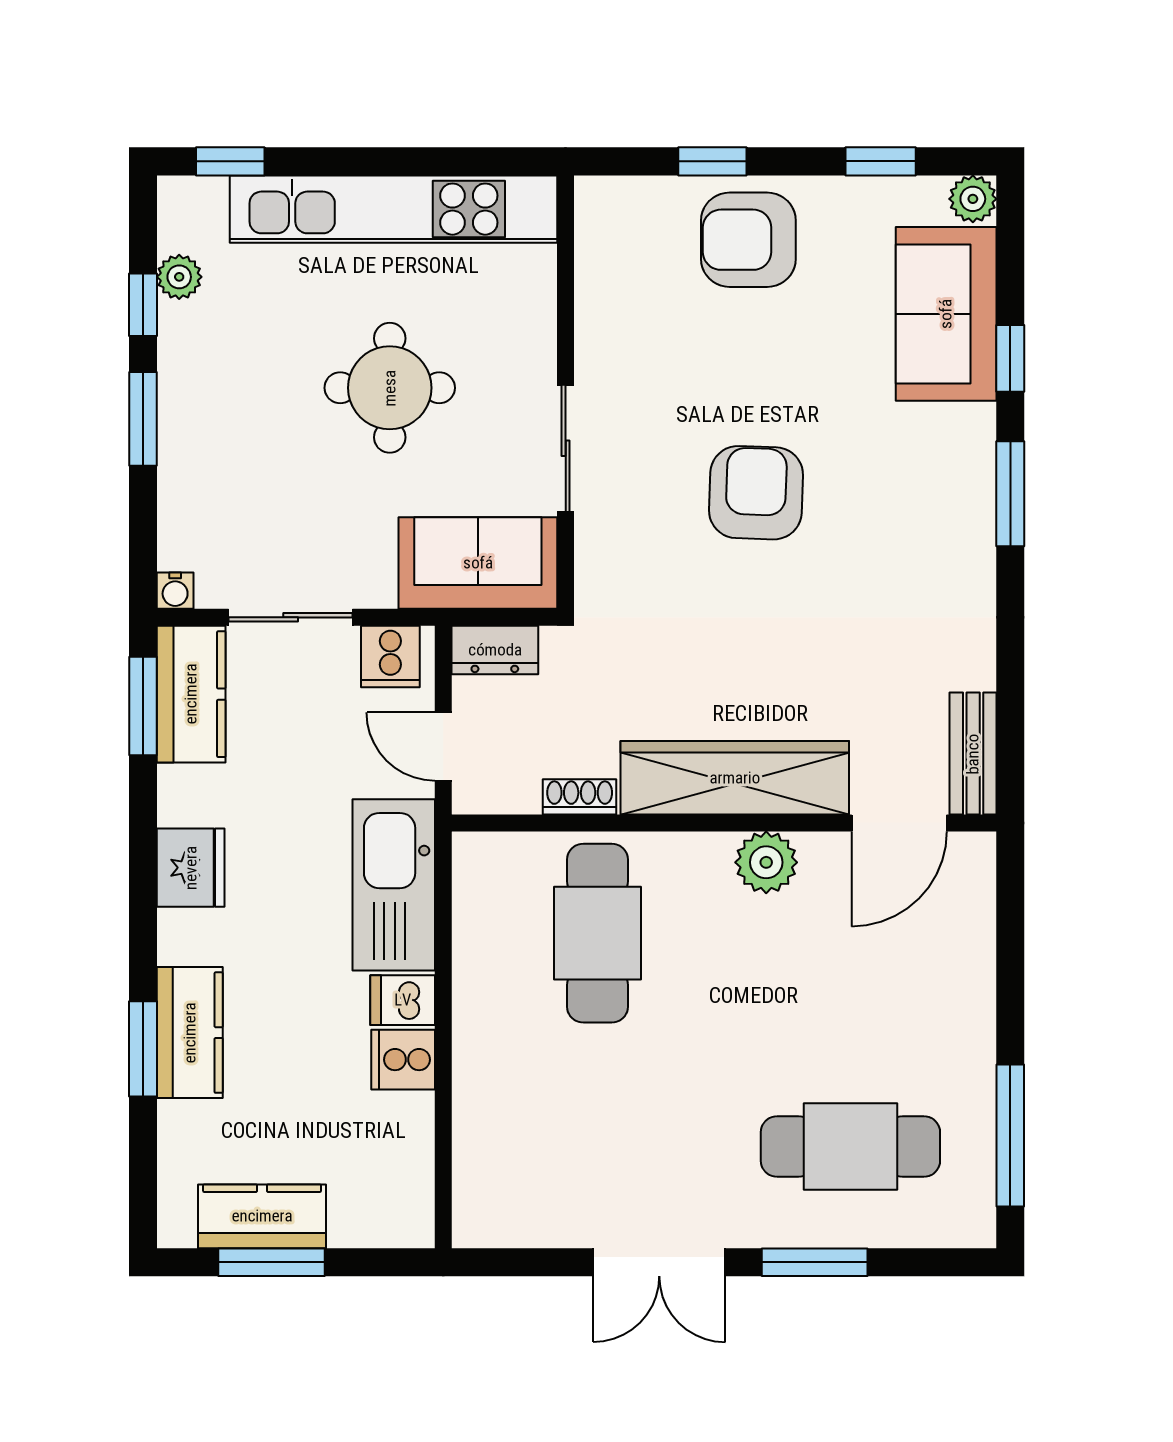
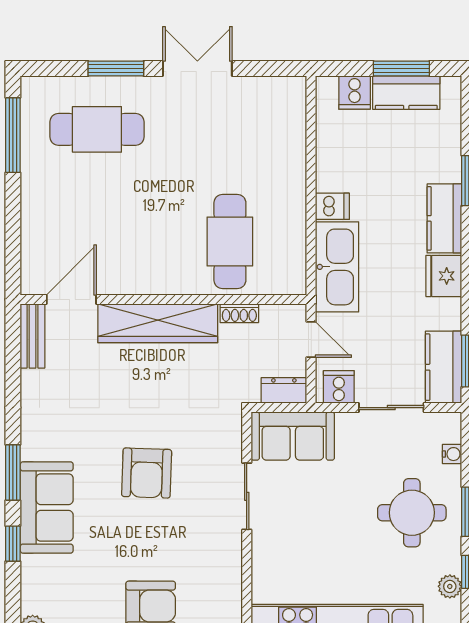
sofa: (946, 314) -> (47, 507), moved
round table: (390, 388) -> (412, 513), moved
water cooler: (175, 591) -> (452, 454), moved, turned 90
plant: (766, 862) -> (141, 279), removed
kitchen counter: (190, 1033) -> (444, 218), moved
cooker: (403, 1060) -> (355, 93), moved, turned 90

